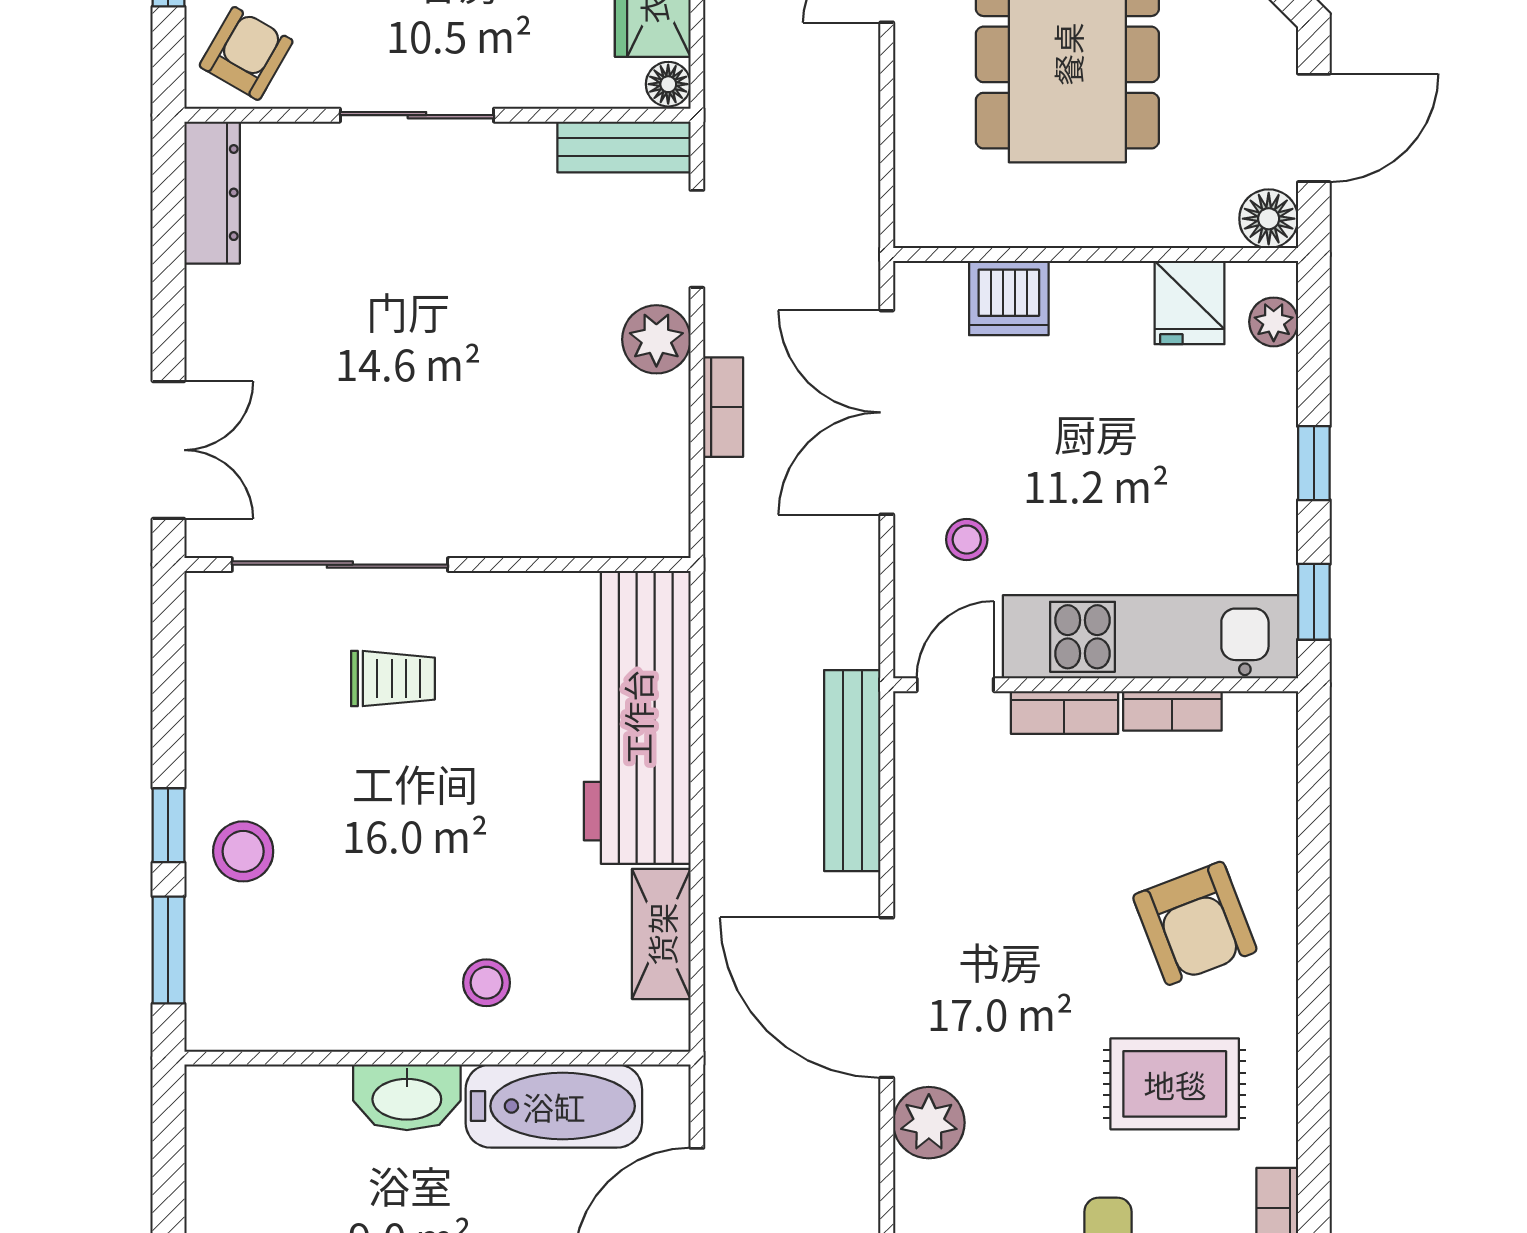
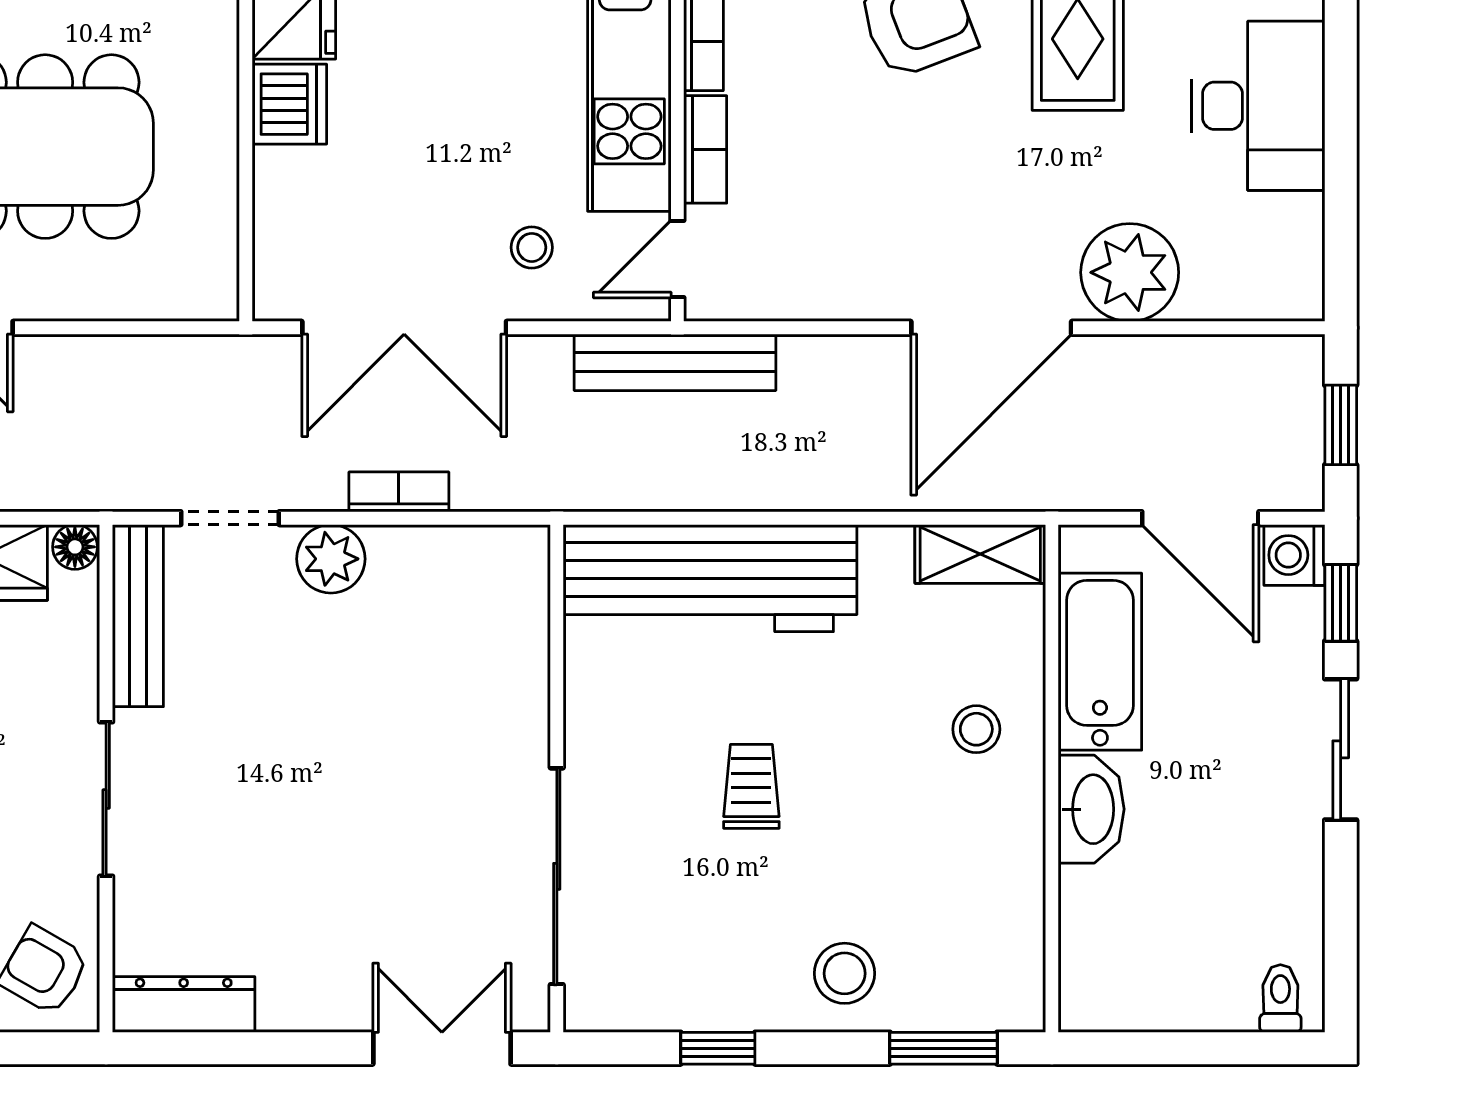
bench: (624, 147) -> (138, 616), width x1.36
dishwasher: (1009, 298) -> (289, 104), moved
trolley: (393, 679) -> (751, 786), moved
door: (955, 685) -> (677, 259), hinge flipped
bench: (852, 771) -> (675, 362), moved
window: (168, 825) -> (718, 1048), moved
shelving: (661, 934) -> (980, 554), moved
plant: (929, 1123) -> (1130, 272), width x1.36, depth x1.36

